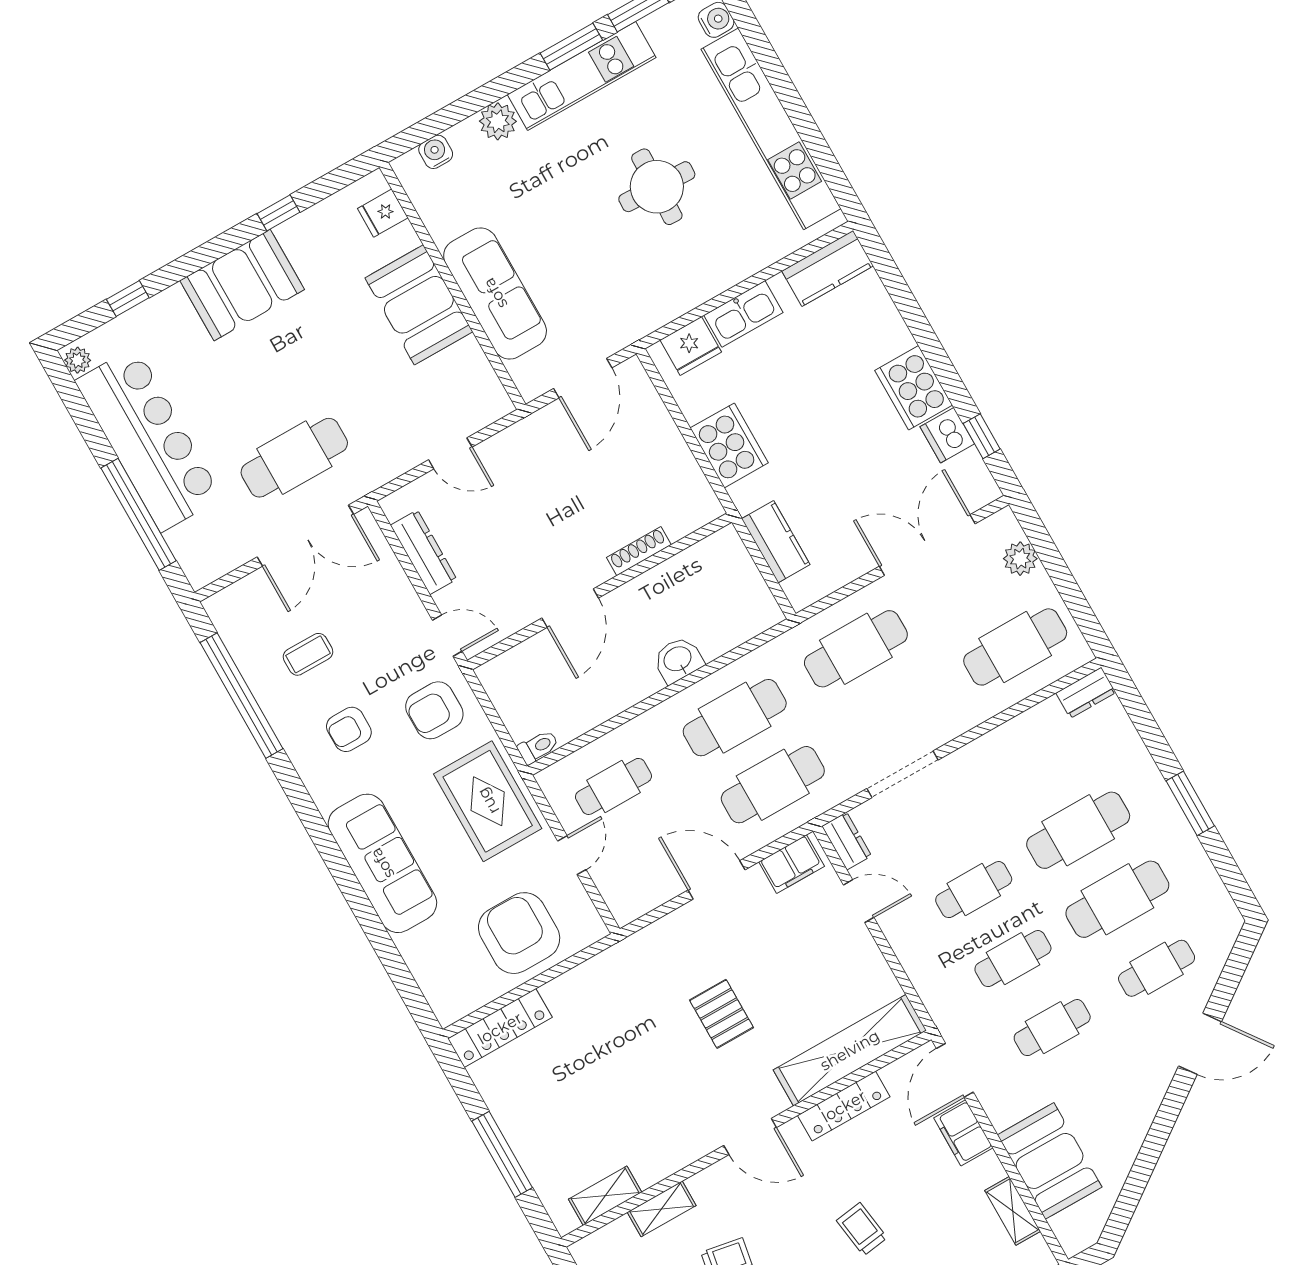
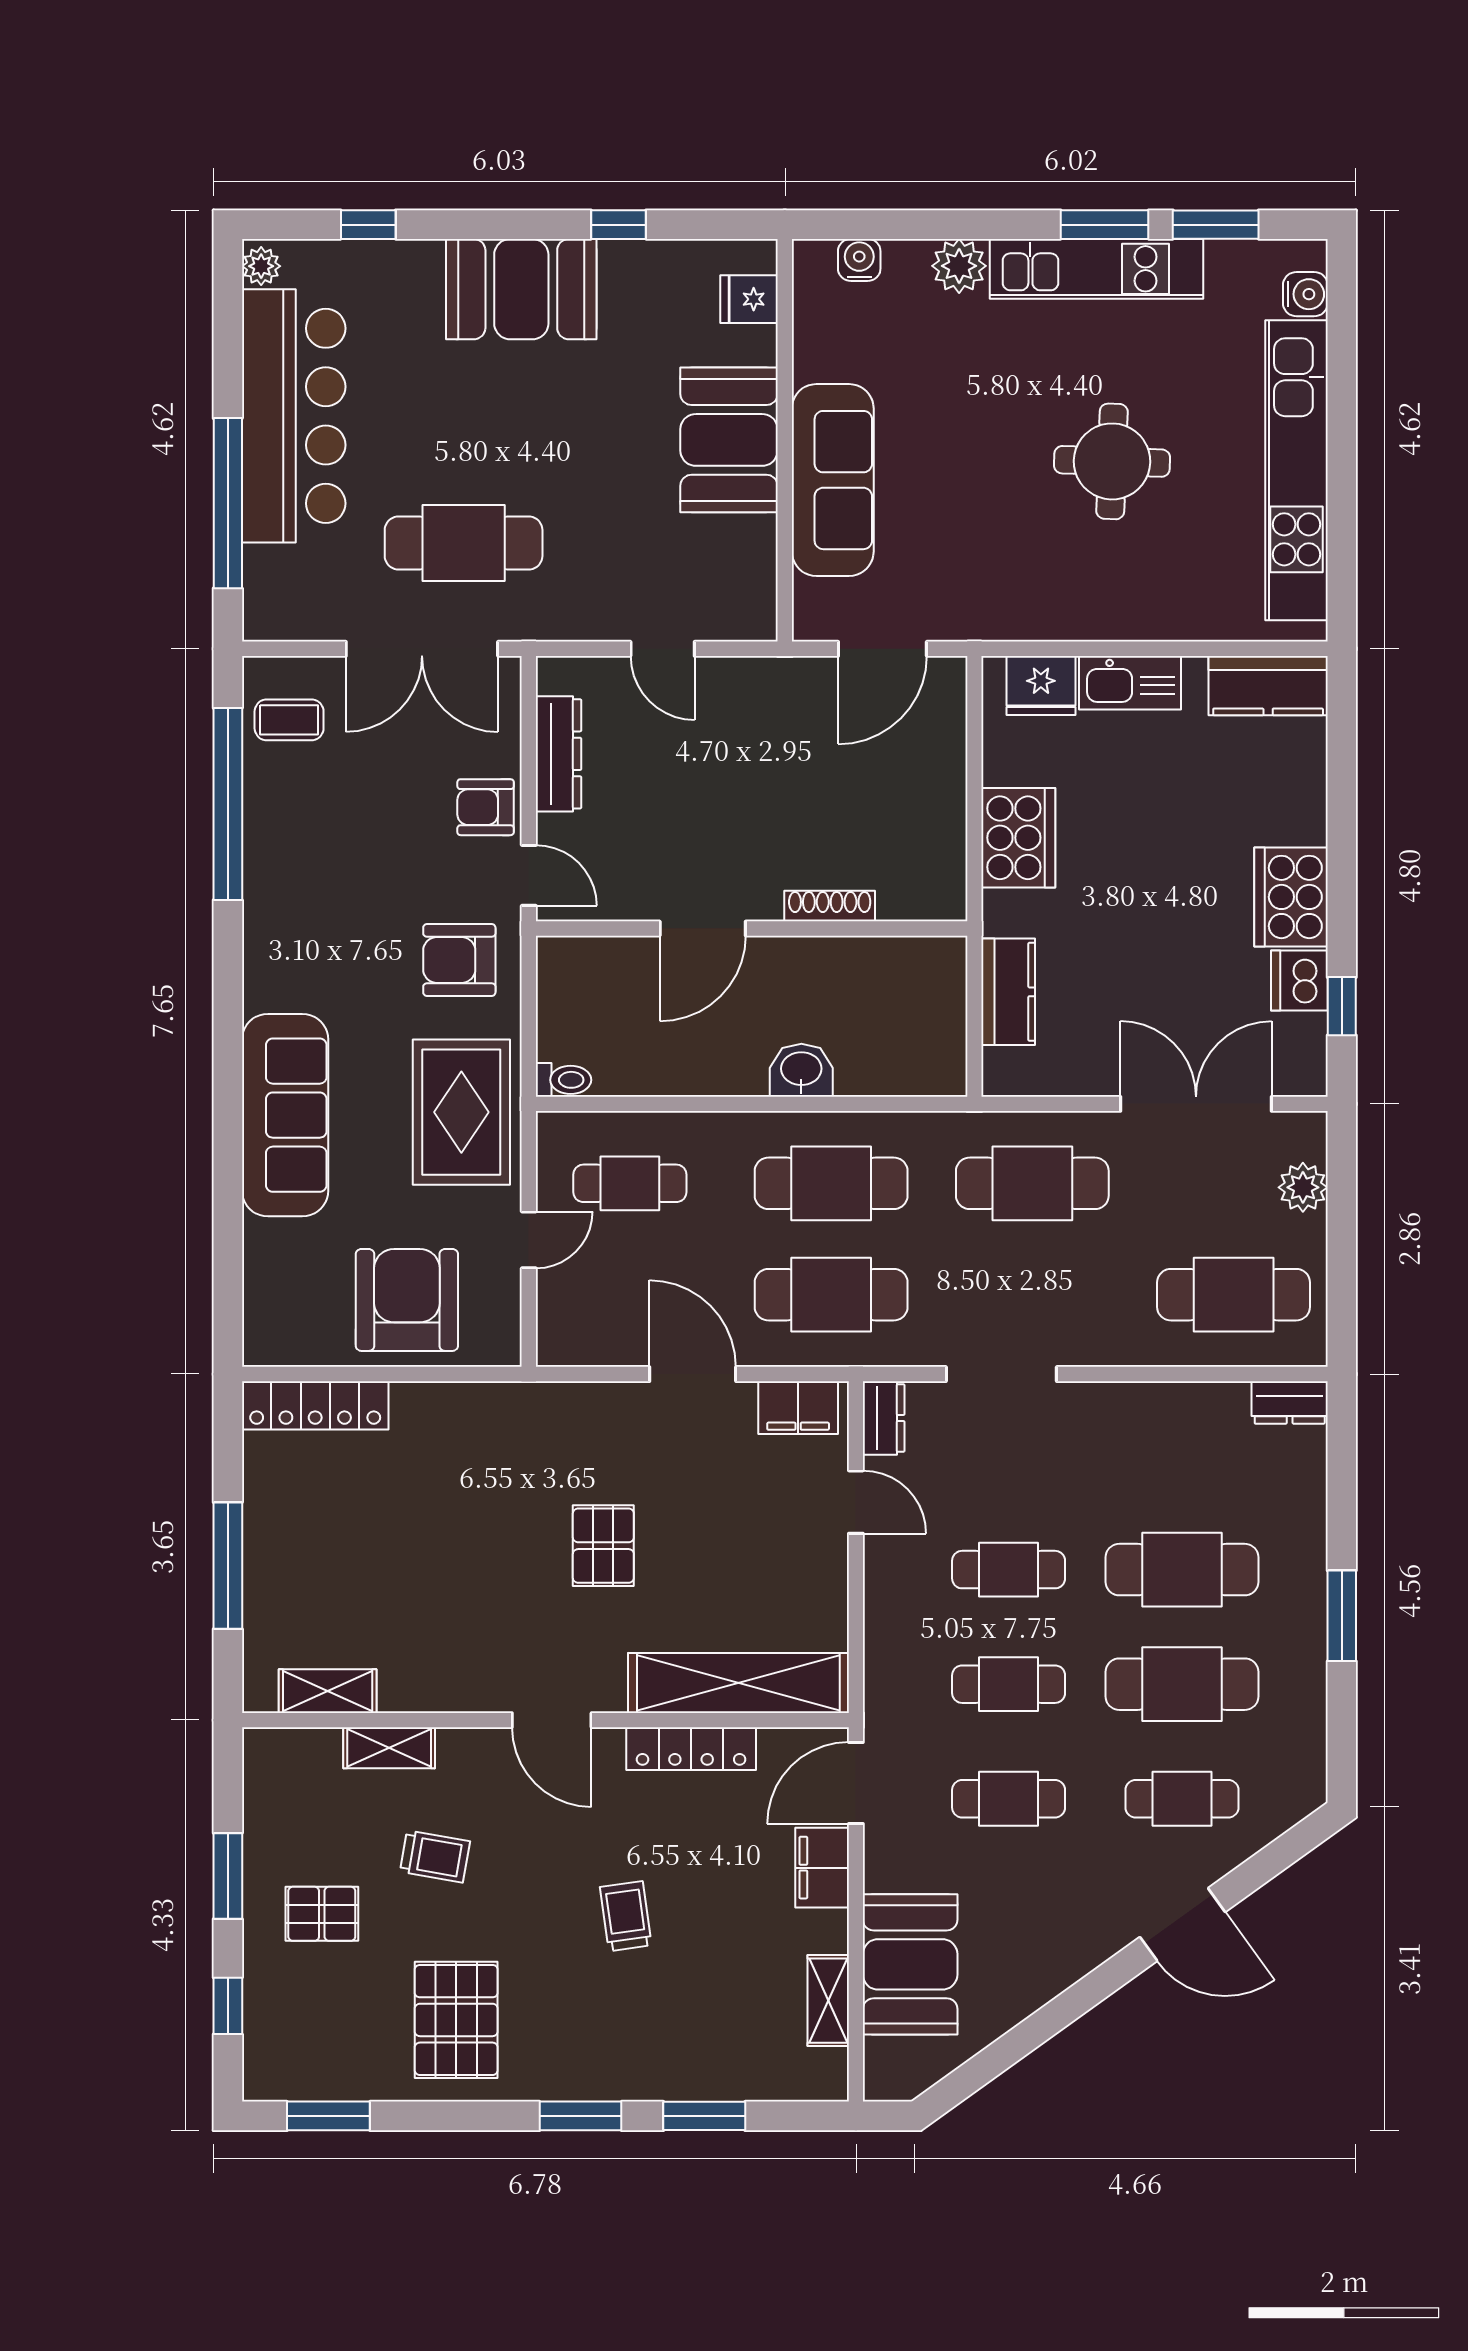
coffee table: (308, 654) -> (289, 720), moved
armchair: (349, 729) -> (486, 807), moved

